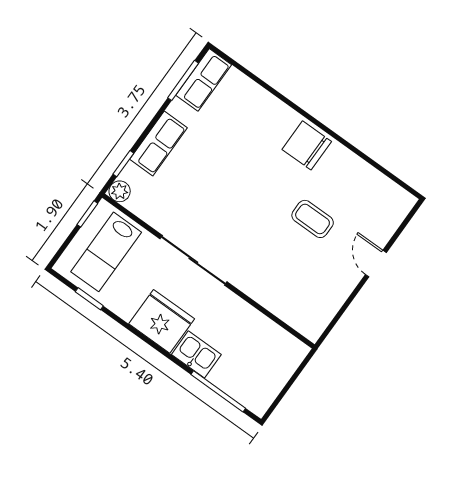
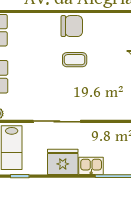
chair: (307, 145) -> (72, 26), turned 180
coffee table: (313, 219) -> (75, 60), moved

